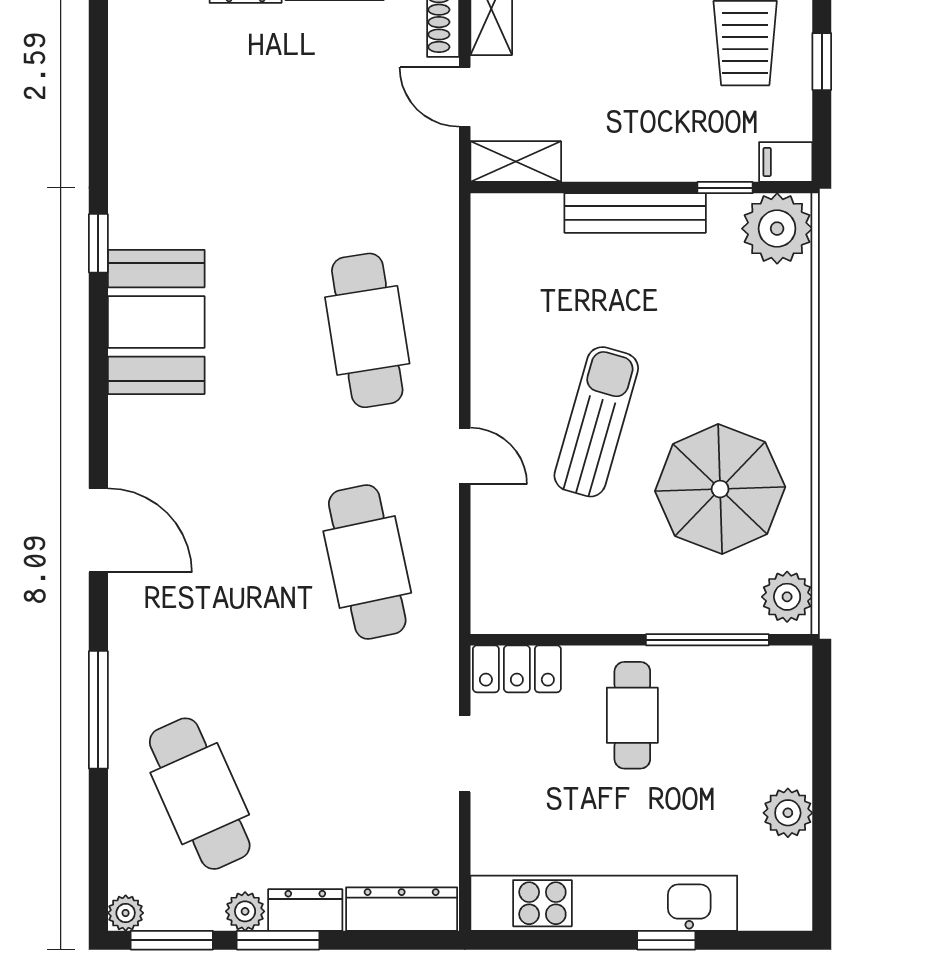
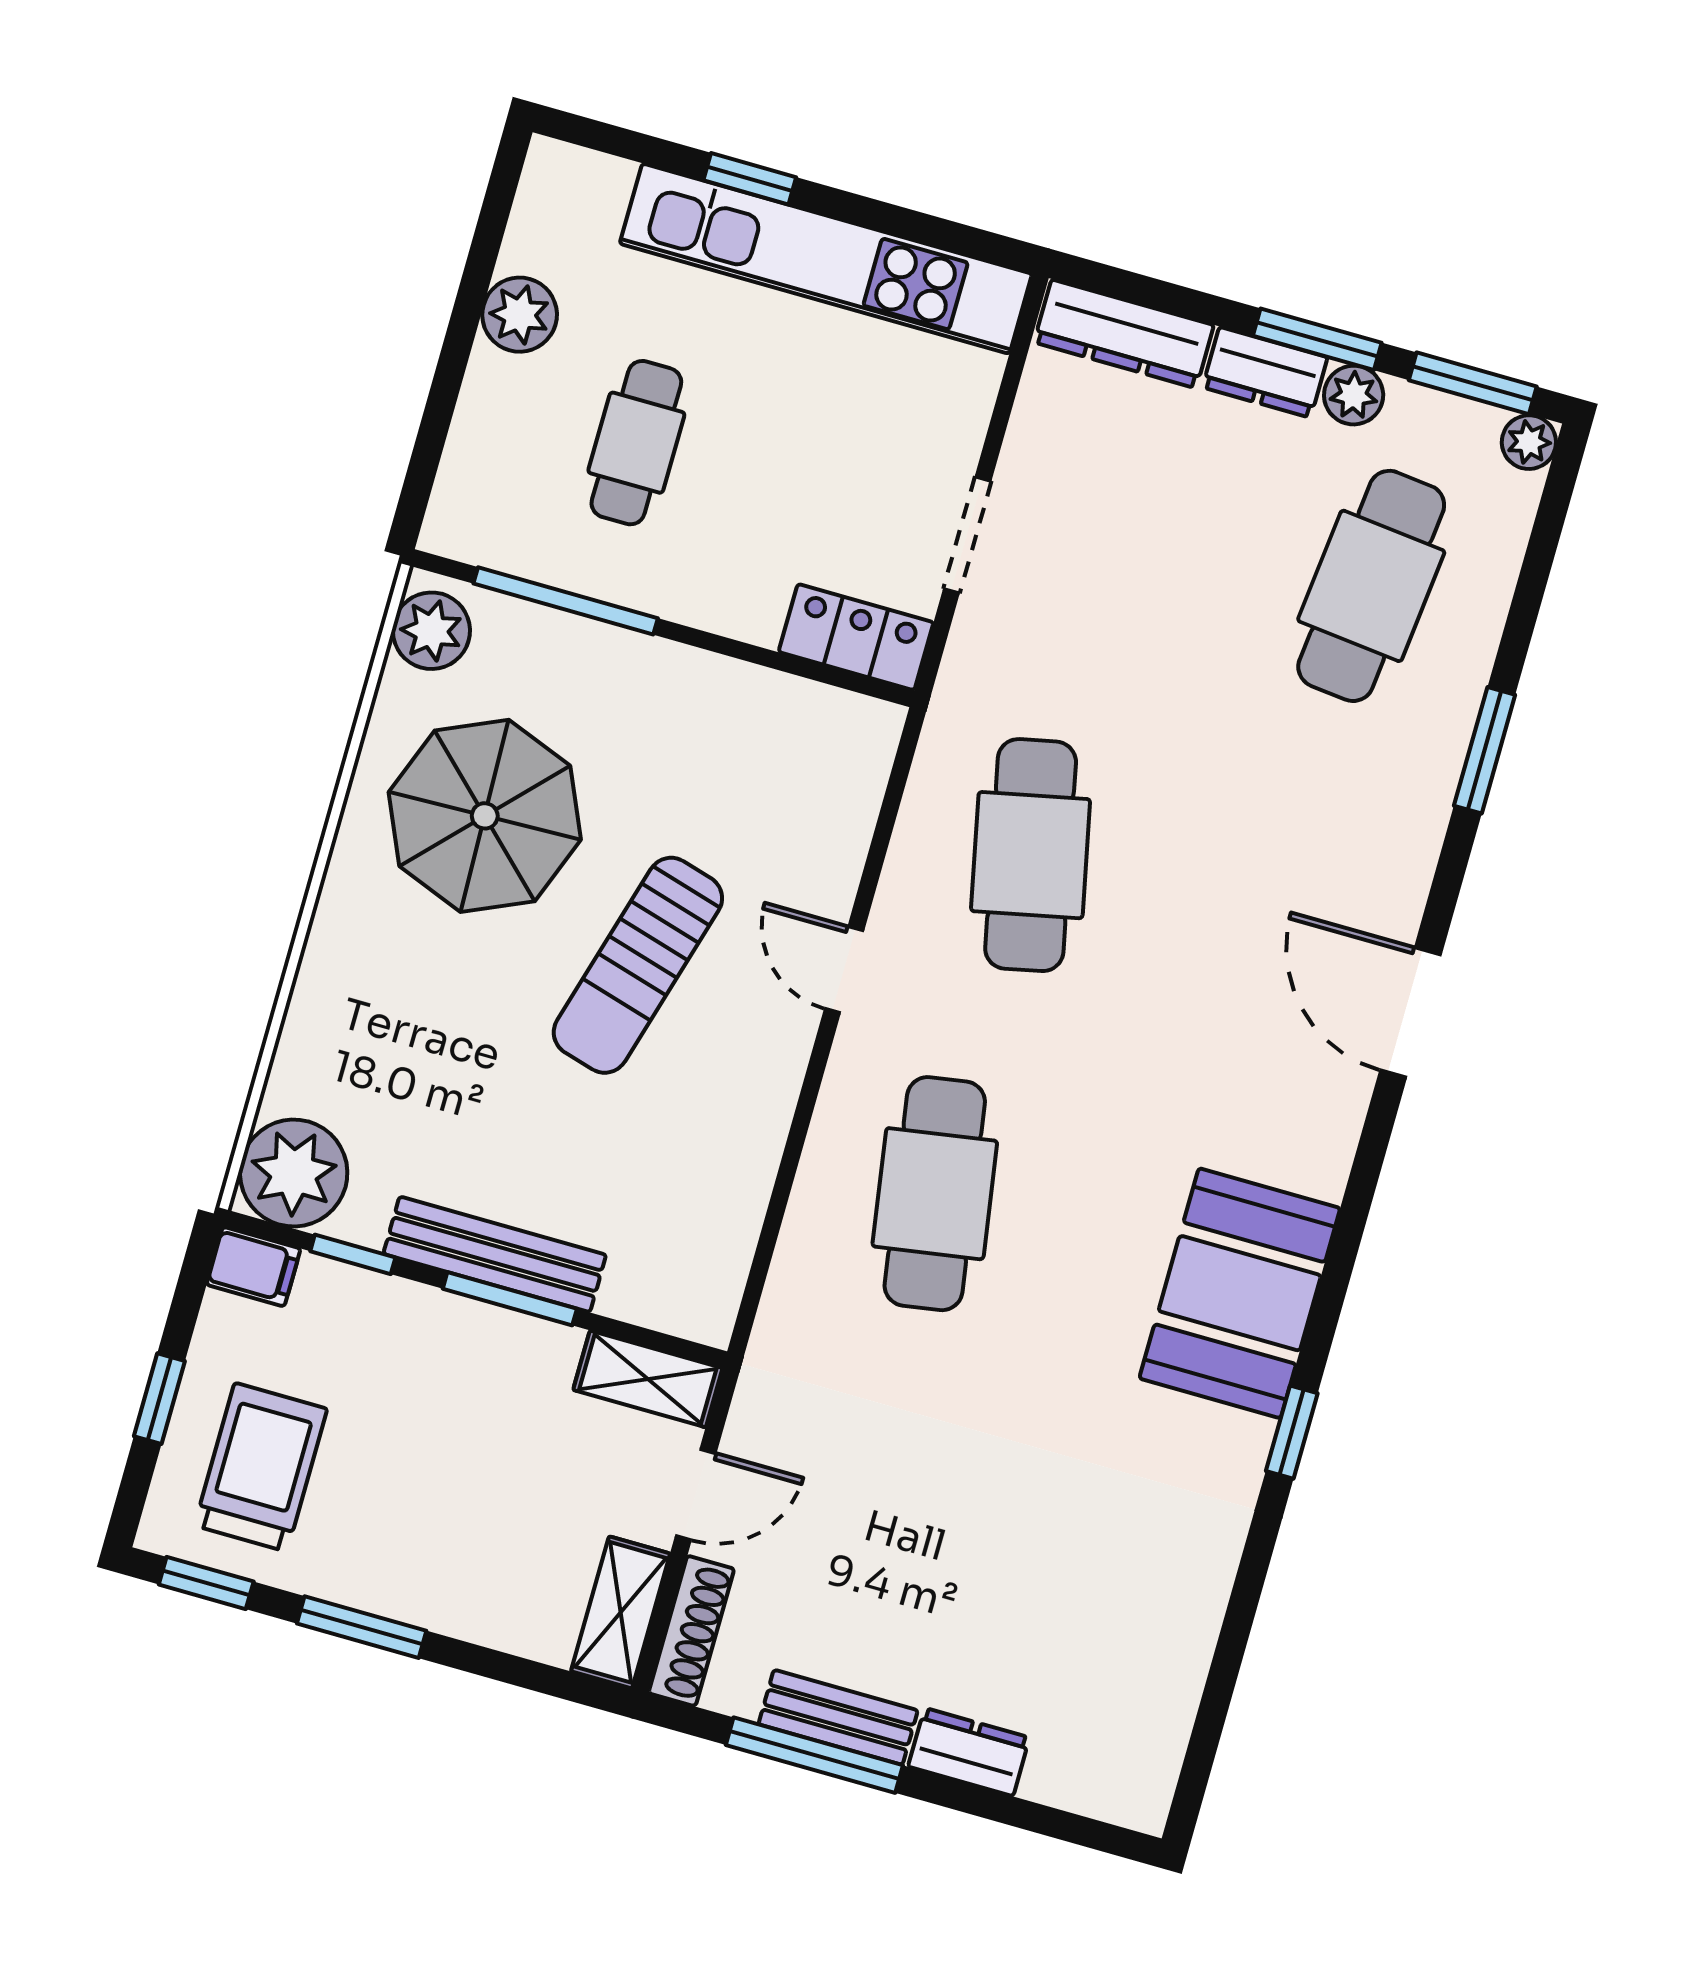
door: (465, 97) -> (696, 1494), hinge flipped
window: (618, 188) -> (510, 1299), added
window: (98, 710) -> (1485, 750), width x0.69
cafe table: (632, 715) -> (636, 443), moved
cafe table: (200, 794) -> (1371, 586), turned 30

